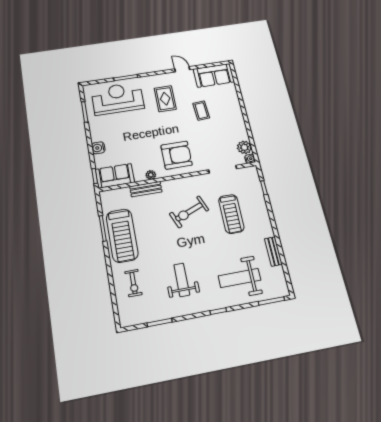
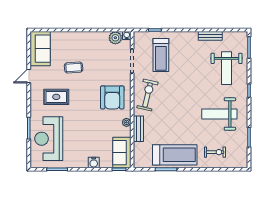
armchair: (177, 155) -> (112, 97), turned 180
exercise bike: (189, 212) -> (148, 95), moved, turned -145
treadmill: (231, 214) -> (161, 55), moved, turned 90
weight bench: (182, 280) -> (219, 114), width x1.36, depth x1.33

